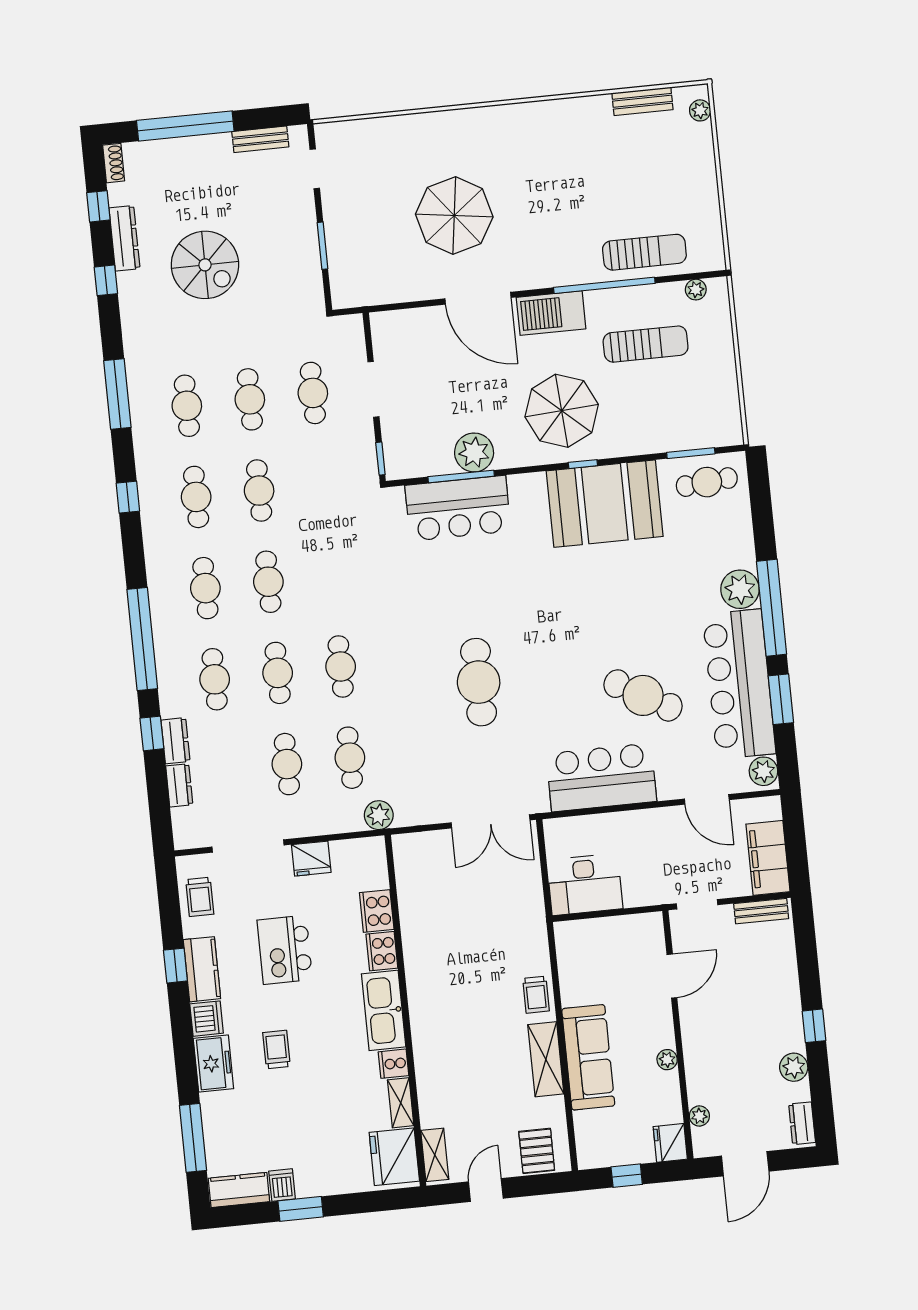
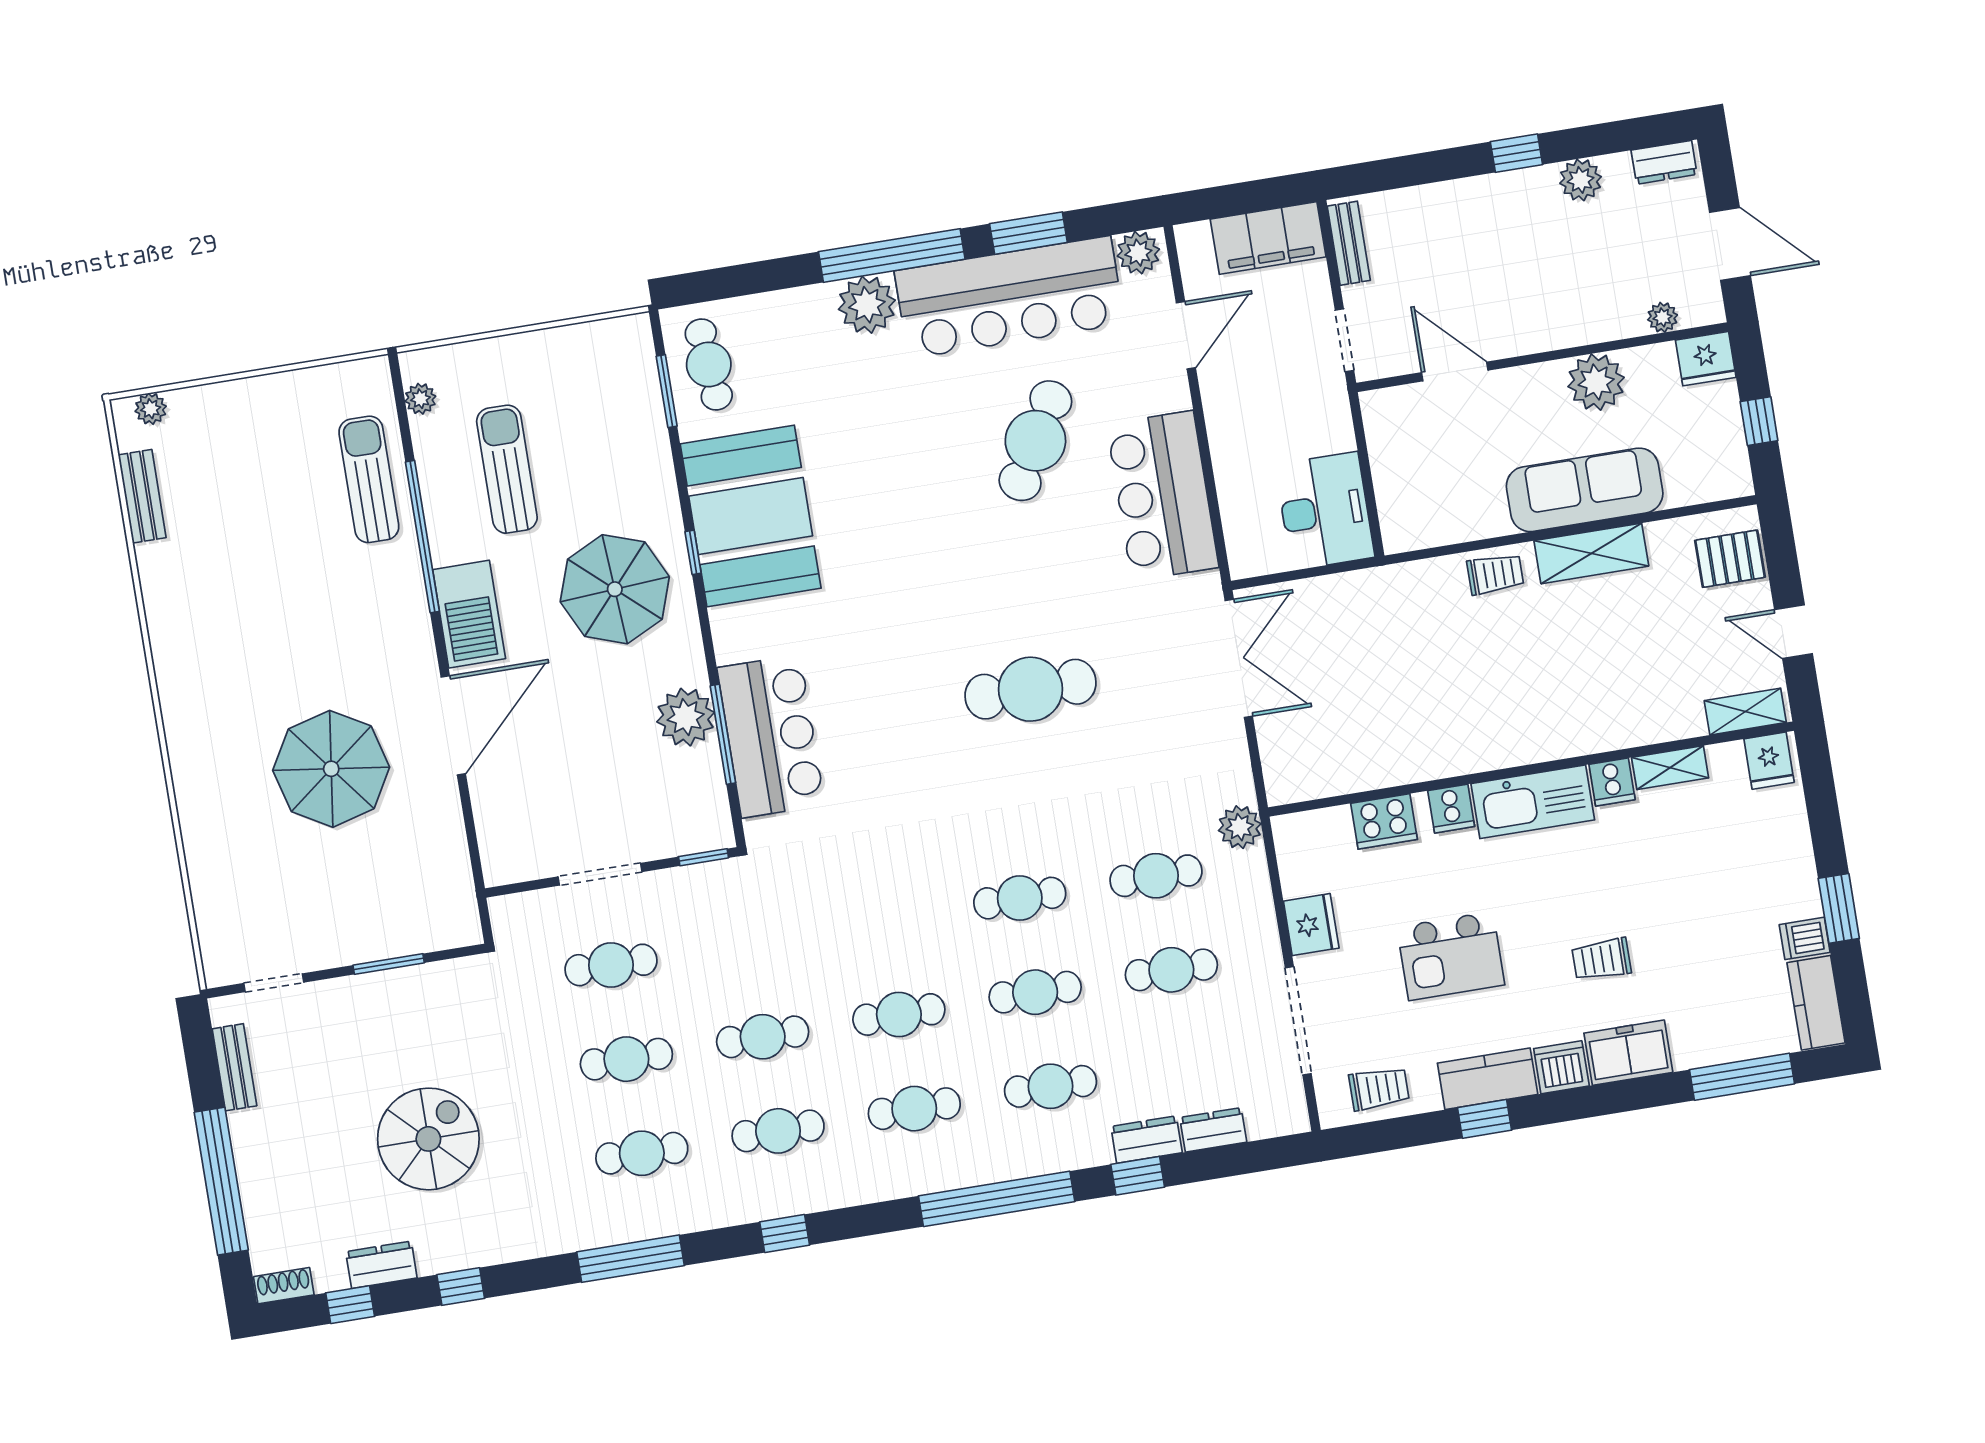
dresser: (124, 238) -> (381, 1265), width x0.70
cooker: (382, 951) -> (1451, 809), width x0.73
plant: (667, 1060) -> (1596, 382), width x1.88, depth x1.88
fridge: (394, 1157) -> (1769, 761), width x0.53, depth x0.75

